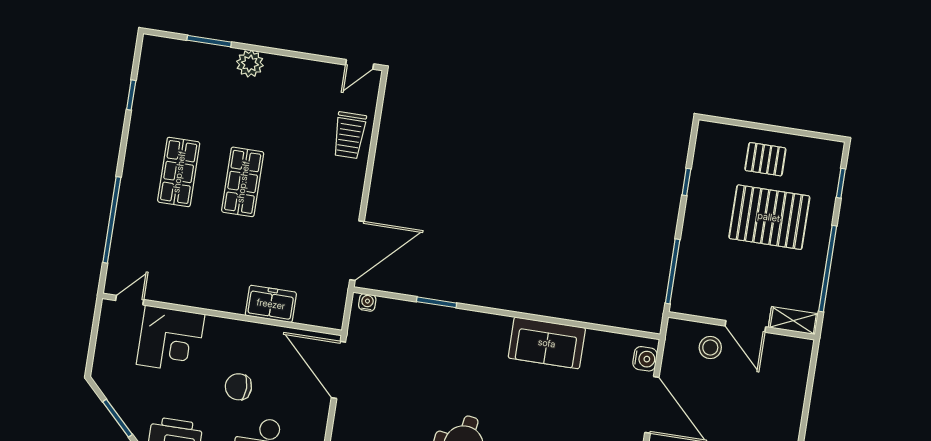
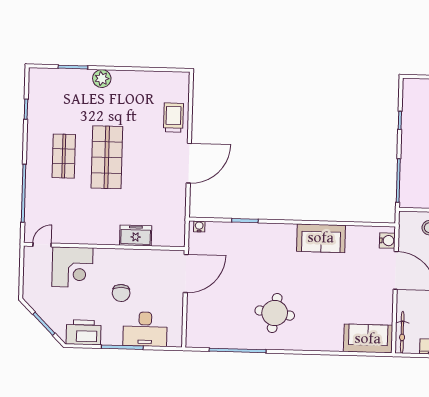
door: (360, 64) -> (174, 70), removed
trolley: (349, 135) -> (173, 118), turned 180
shop shelf: (243, 182) -> (107, 157), width x1.43, depth x1.36
door: (357, 251) -> (189, 163), moved
door: (338, 370) -> (186, 273), swing flipped
chair: (238, 387) -> (121, 293), turned -90

